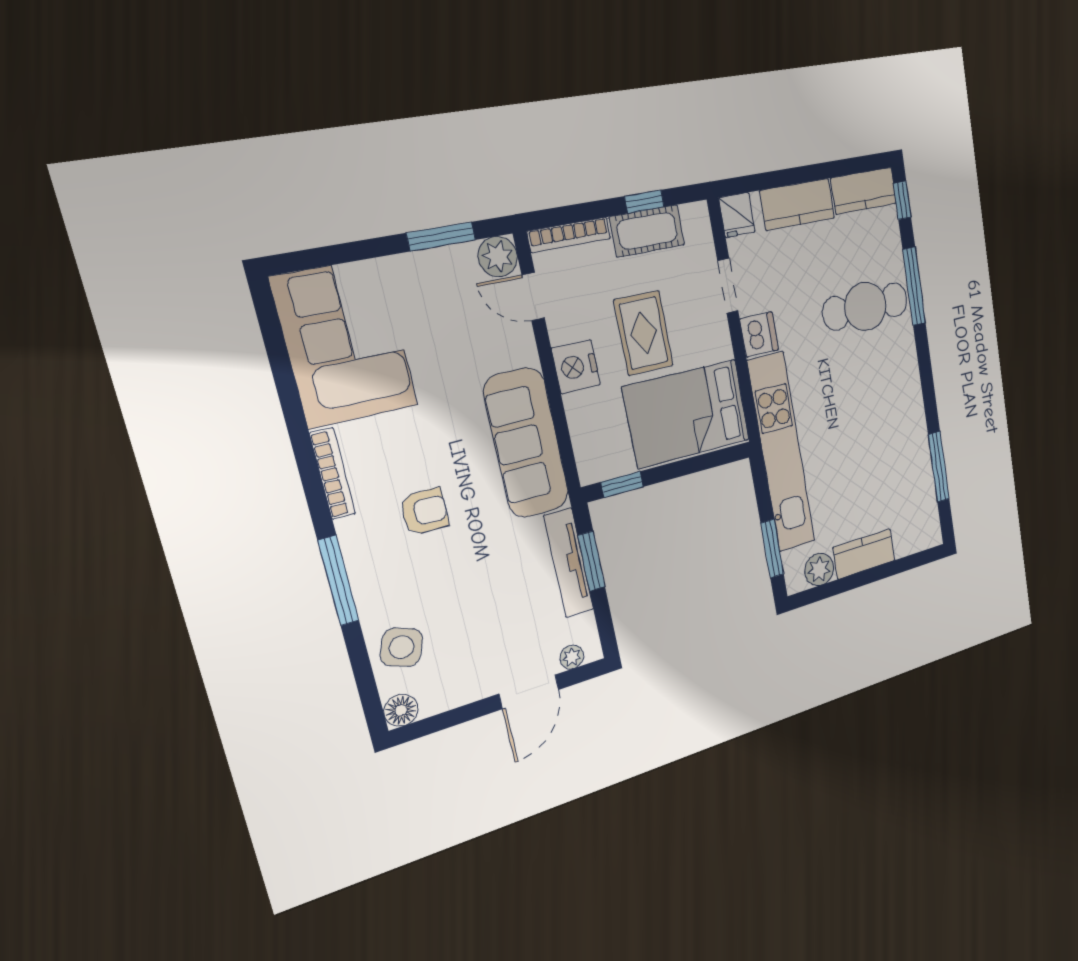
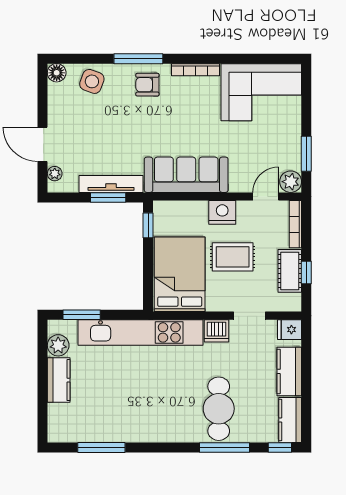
armchair: (424, 512) -> (147, 85), moved, turned 90

